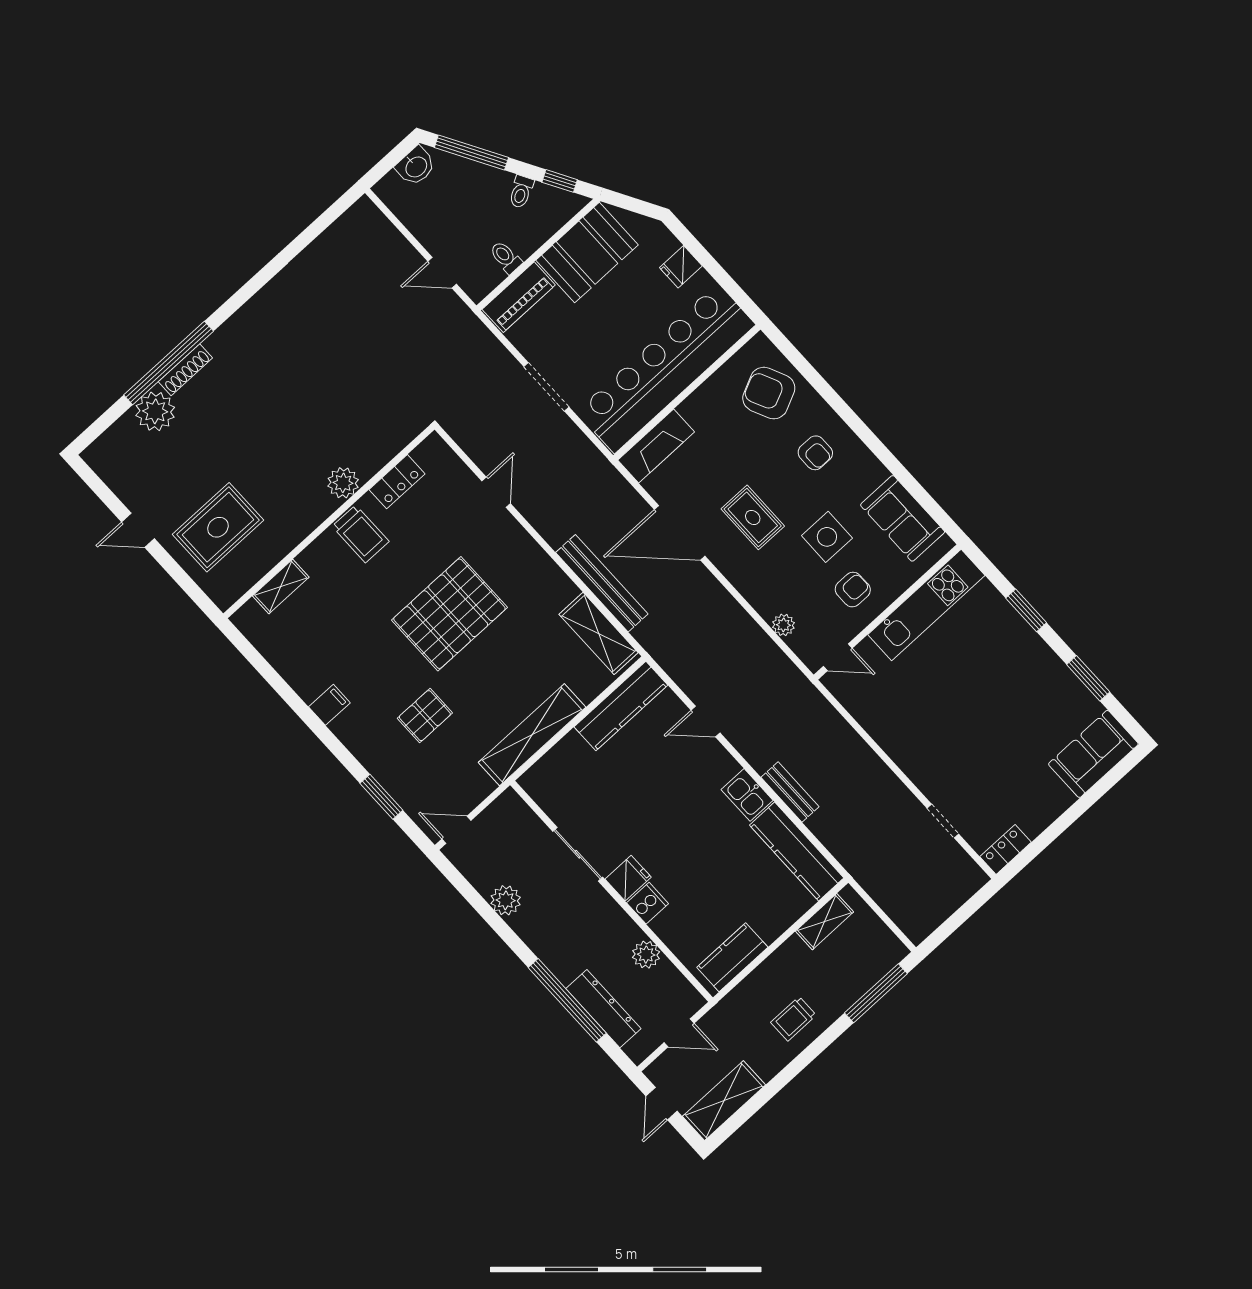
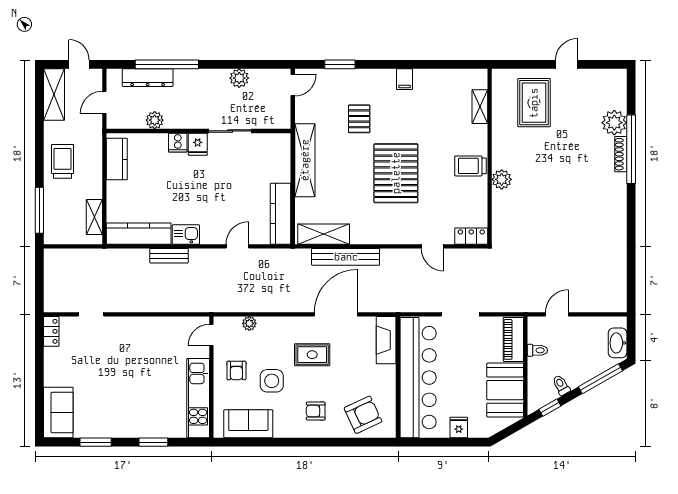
washbasin: (416, 166) -> (618, 343), width x1.38
locker: (397, 482) -> (471, 236), moved, turned 90
trolley: (793, 1019) -> (63, 161), width x1.36, depth x1.39

